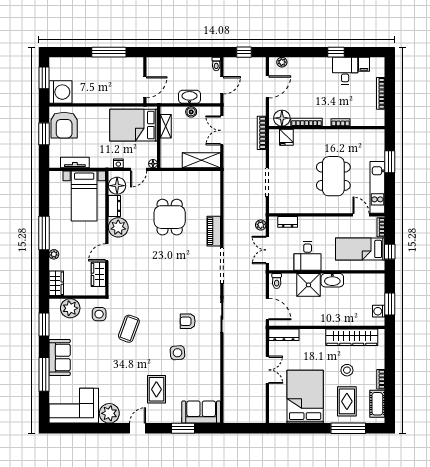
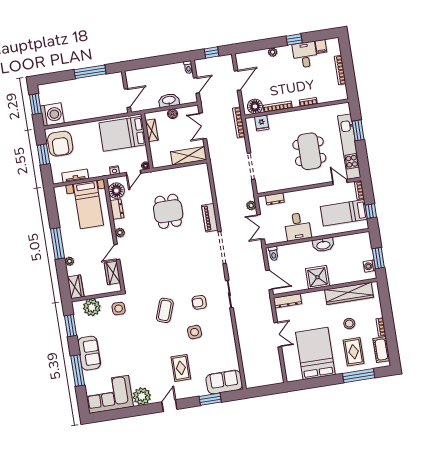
plant: (282, 62) -> (273, 52), moved
kitchen unit: (377, 187) -> (349, 147), width x1.36
plant: (118, 227) -> (120, 233), width x0.53, depth x0.53
shower: (308, 285) -> (317, 277), moved
coffee table: (129, 329) -> (165, 310), moved

